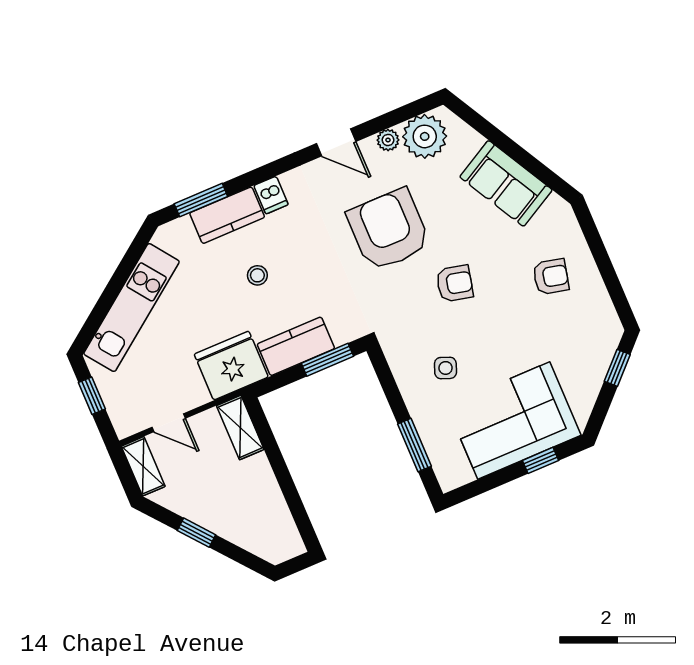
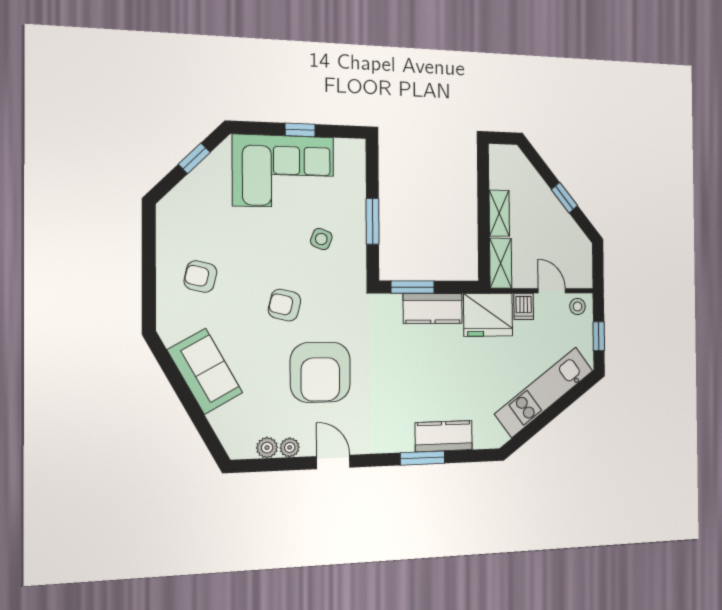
plant: (425, 136) -> (267, 448), width x0.53, depth x0.53
dishwasher: (271, 195) -> (524, 306), moved, turned 180
window: (201, 200) -> (423, 458), moved
stool: (257, 275) -> (578, 306), moved
window: (617, 368) -> (194, 158), moved
window: (414, 445) -> (372, 221), moved
window: (541, 460) -> (300, 130), moved
shelving: (143, 466) -> (499, 213), moved

